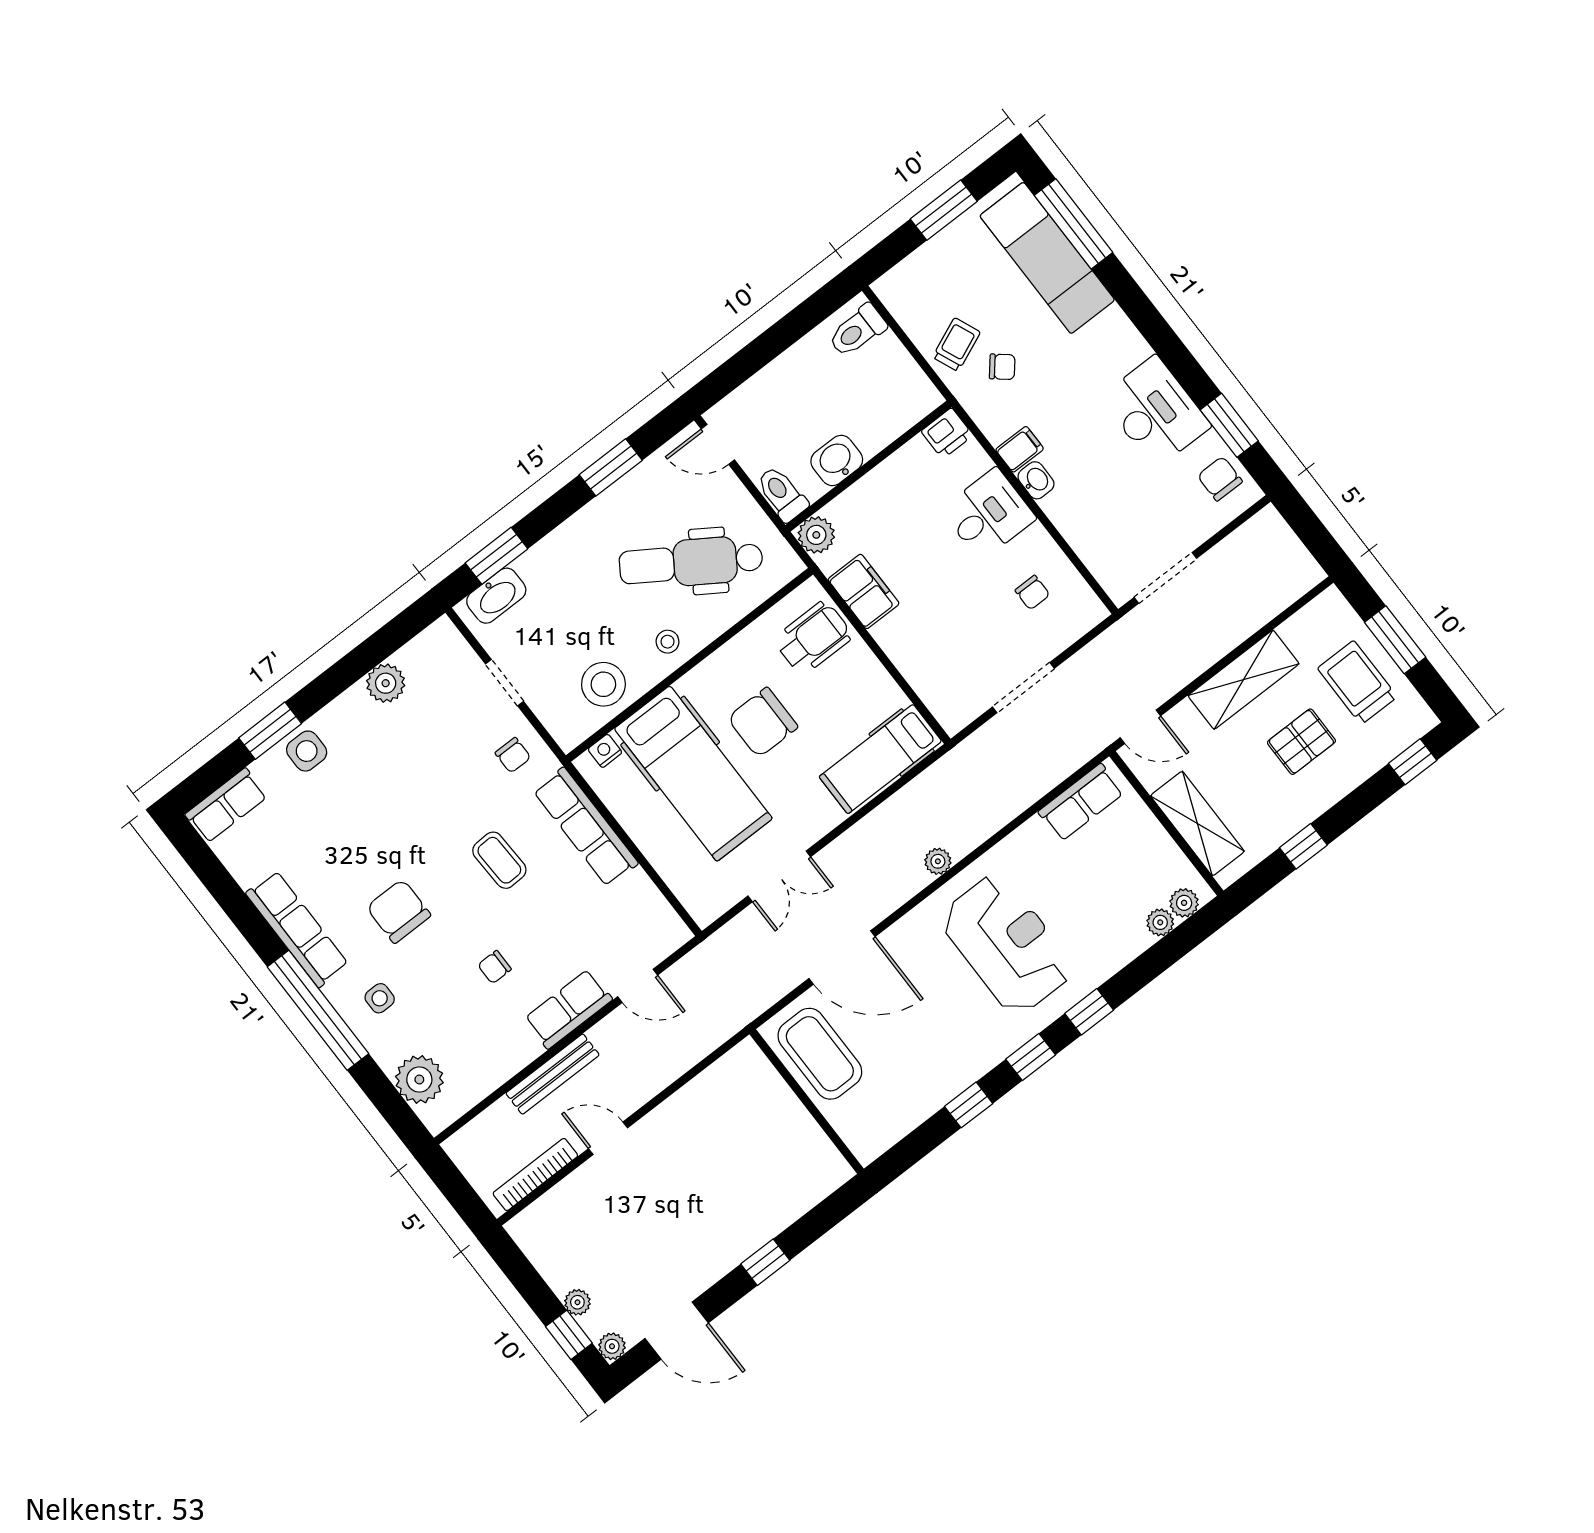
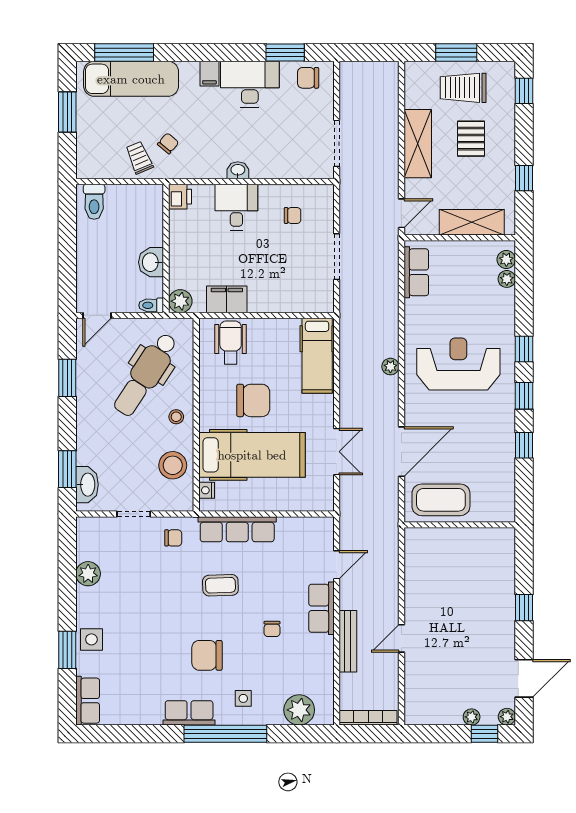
filing cabinet: (1020, 449) -> (209, 74), moved, turned 180
toilet: (782, 494) -> (151, 305), width x0.73, depth x0.72
chair: (763, 722) -> (253, 400), turned -90
row of seats: (297, 929) -> (189, 713), width x0.68
bookcase: (535, 1174) -> (368, 718), moved, turned 90

